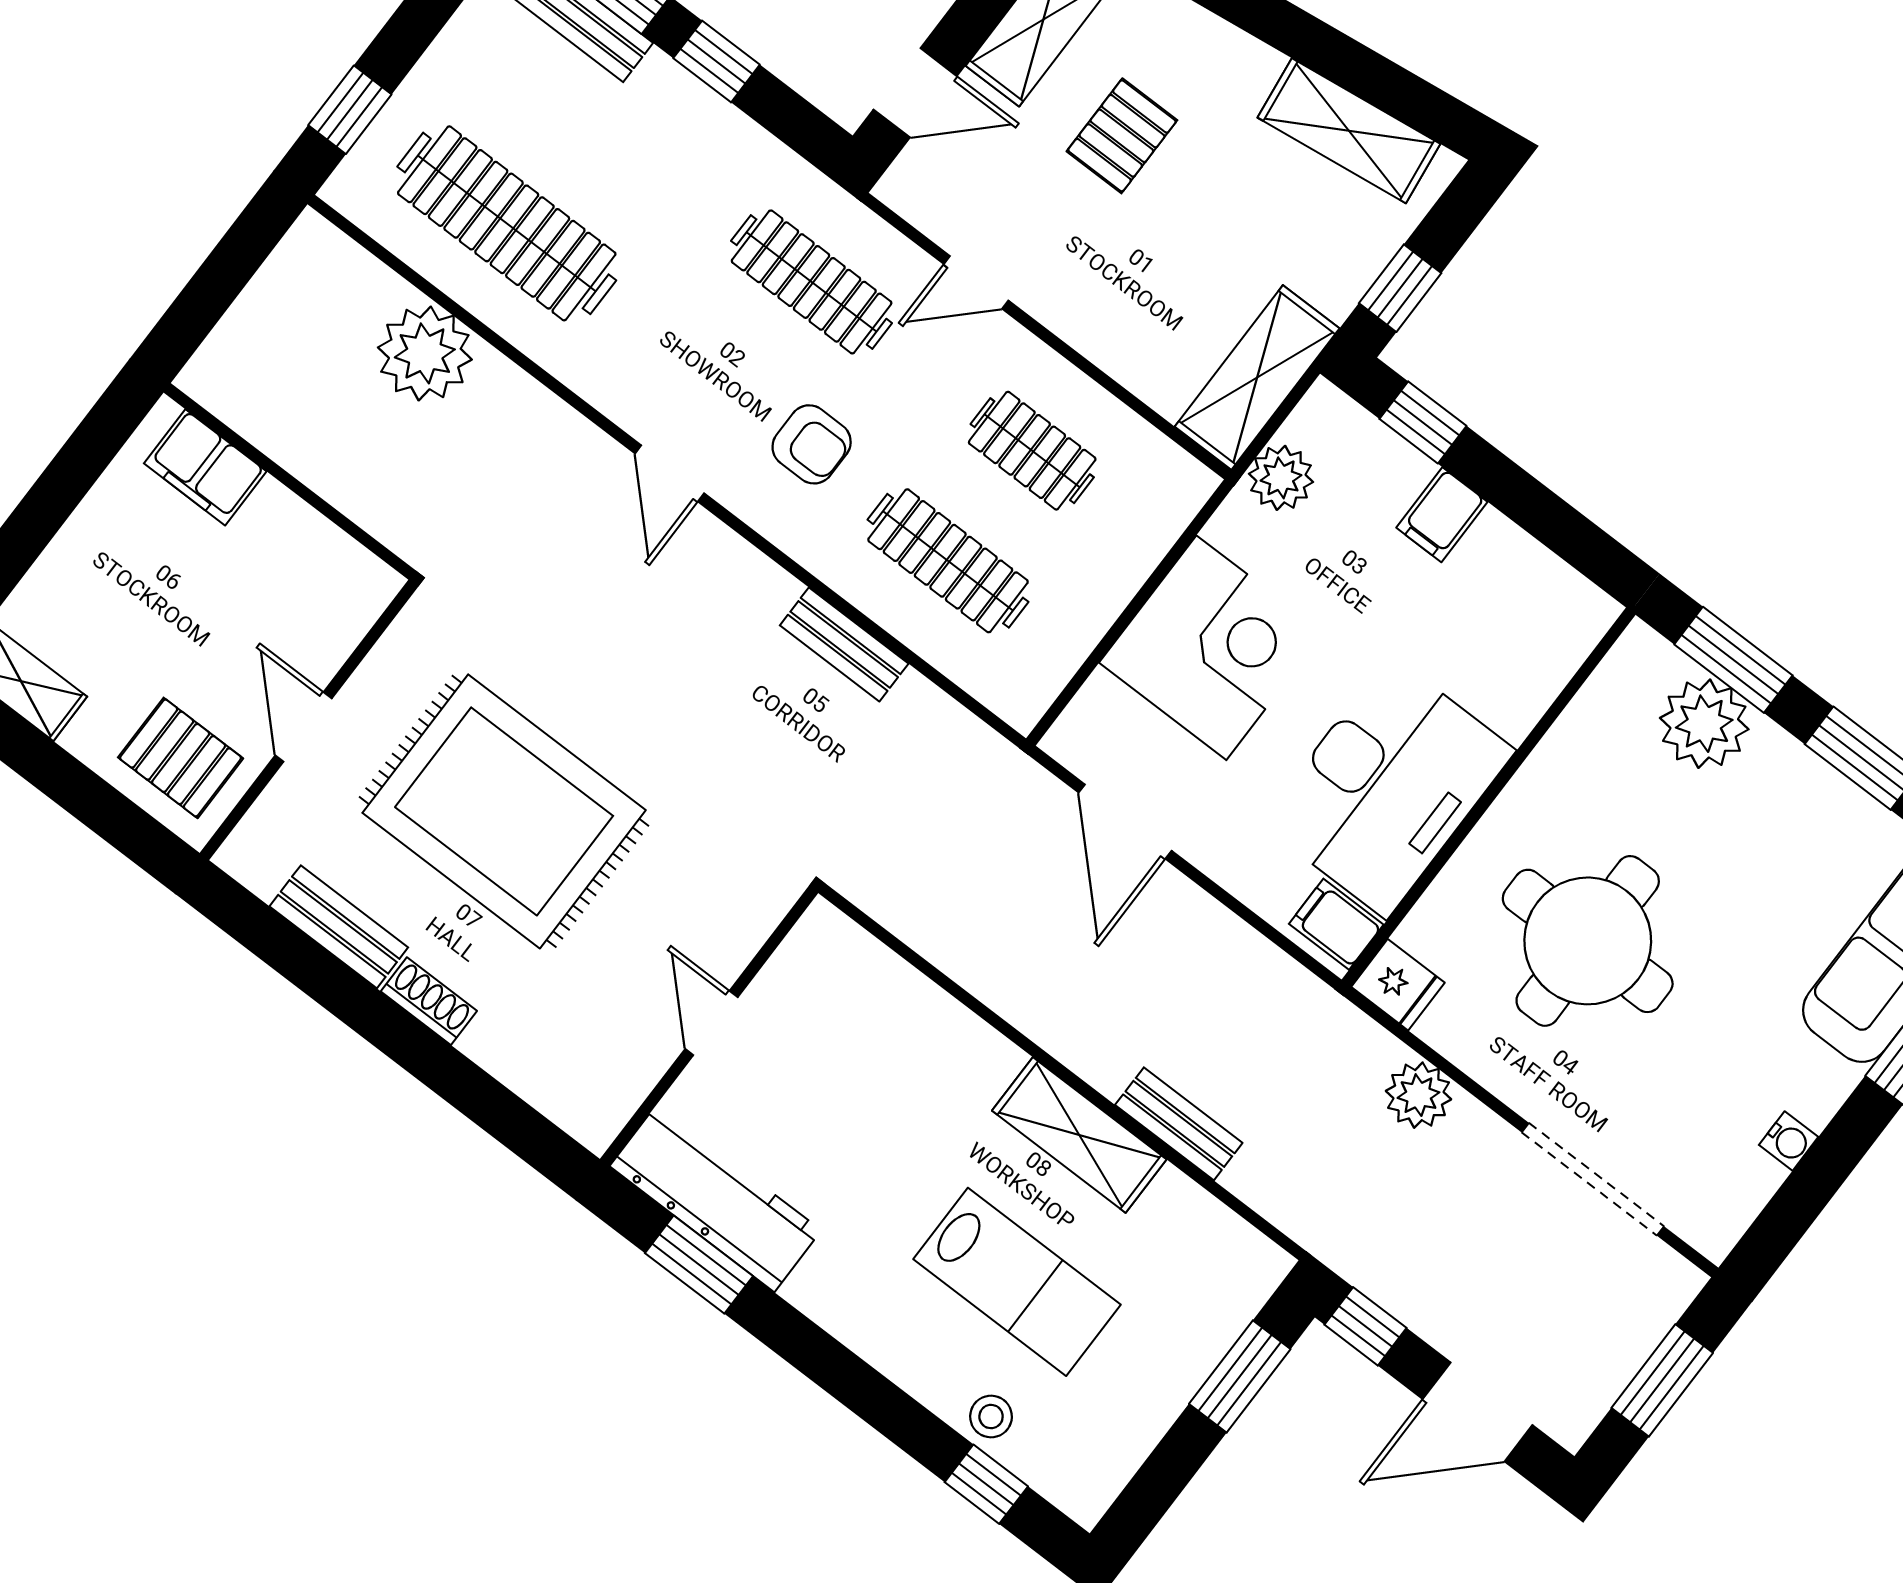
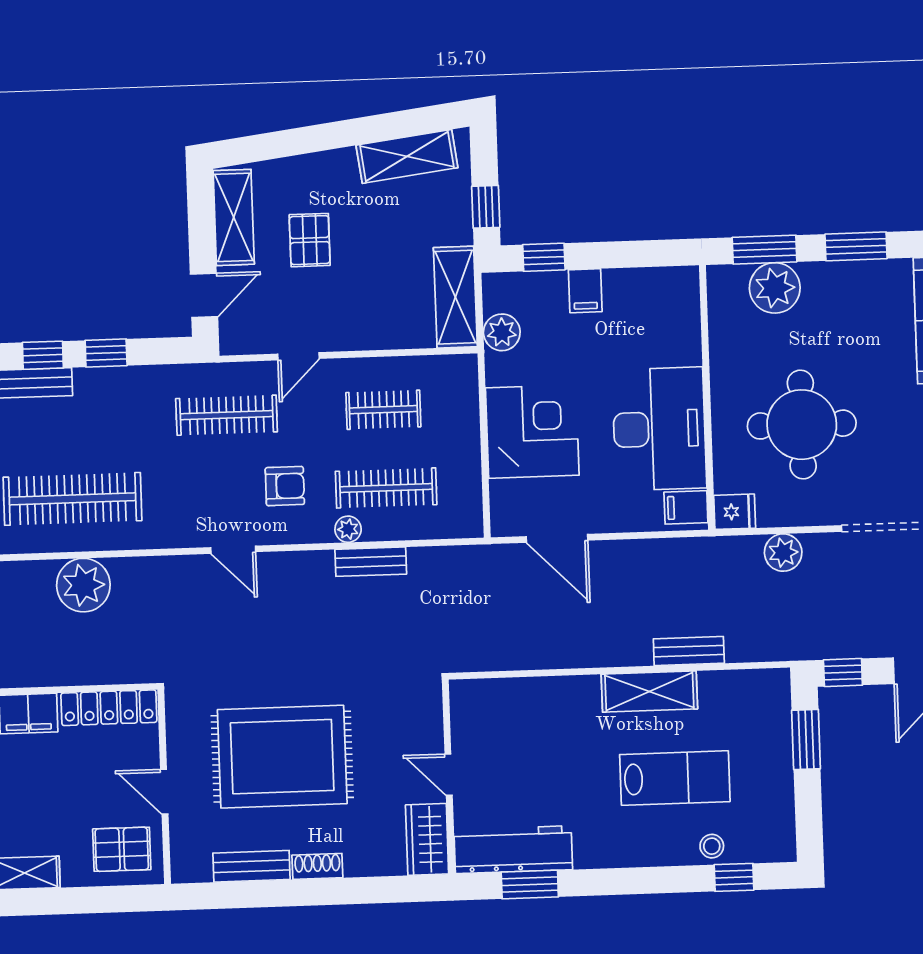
locker: (322, 550) -> (109, 708), added
plant: (850, 574) -> (348, 529), added
wardrobe: (609, 1087) -> (427, 839), added

